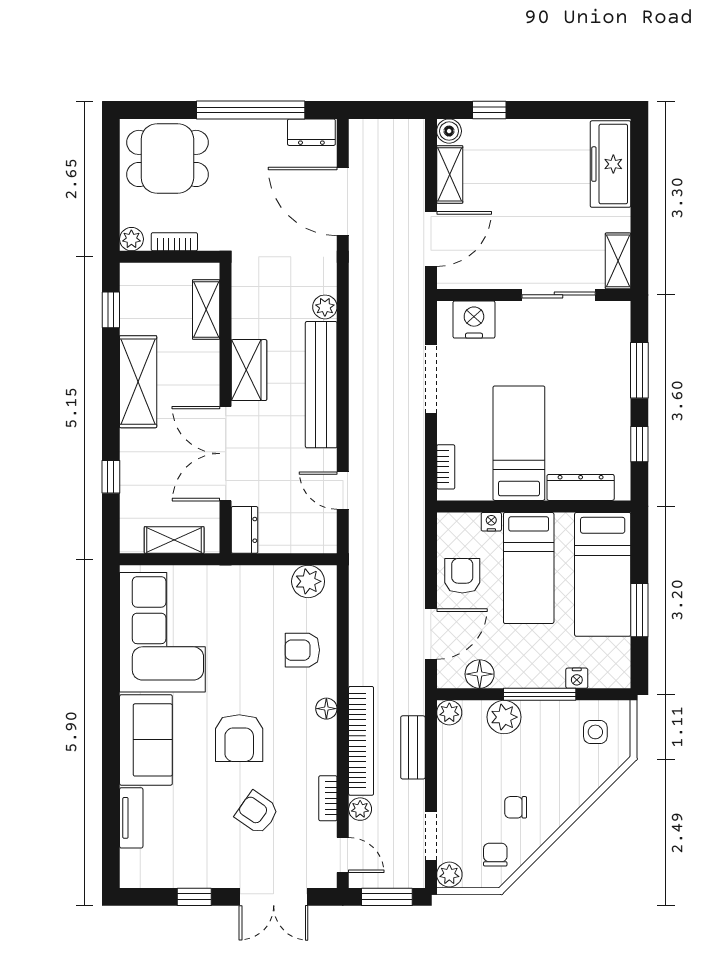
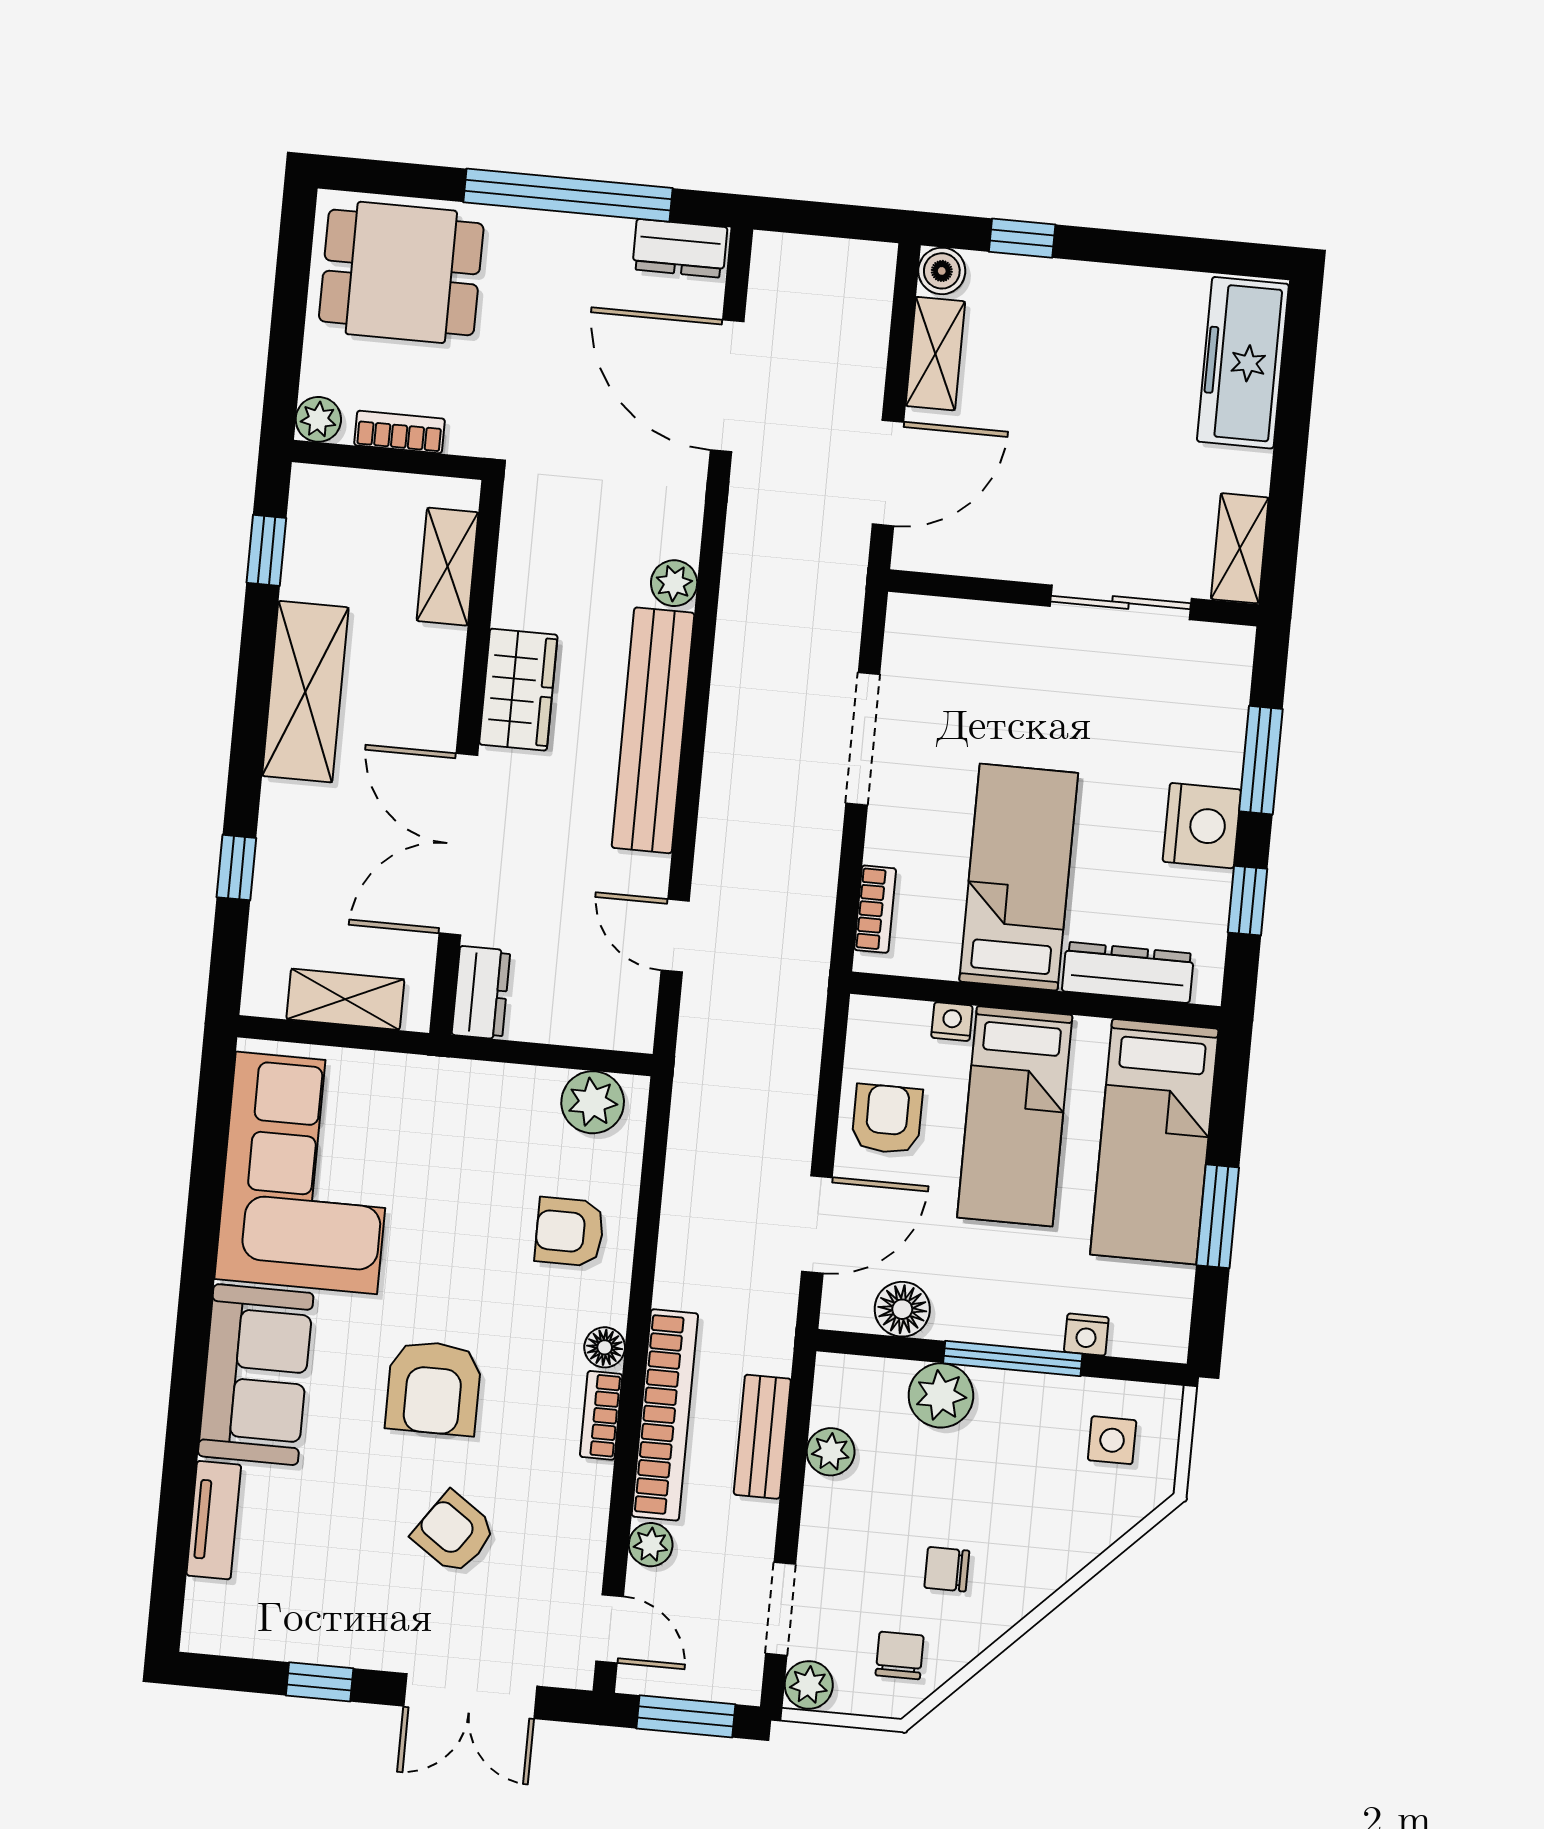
nightstand: (474, 320) -> (1202, 826), moved, turned 90
plant: (449, 713) -> (831, 1452), moved
bookcase: (328, 798) -> (601, 1415), moved

